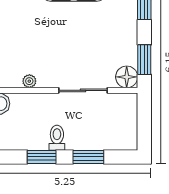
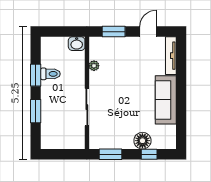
floor lamp: (127, 77) -> (142, 141), moved
toilet: (57, 138) -> (50, 74), moved

